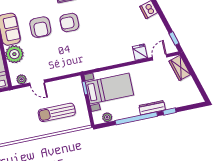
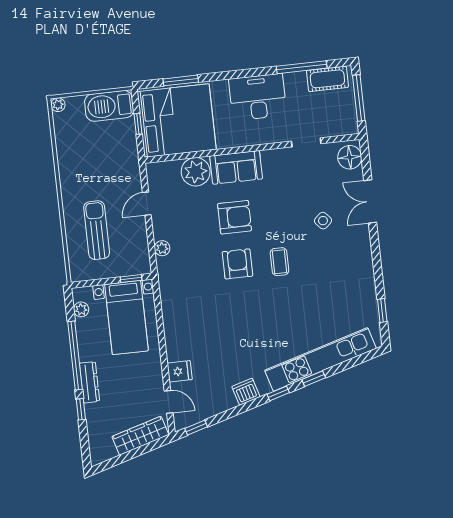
armchair: (40, 27) -> (235, 217), turned 180
wardrobe: (180, 68) -> (140, 436), width x1.50
plant: (21, 79) -> (162, 248), moved

